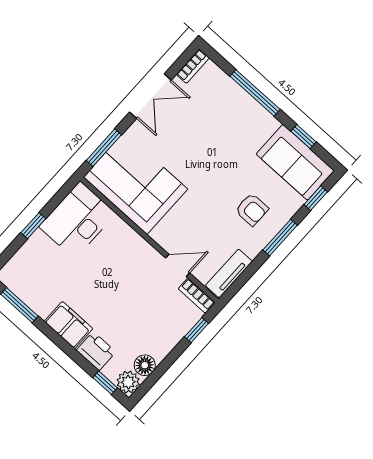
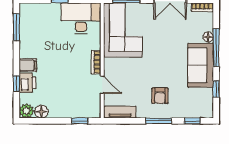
floor lamp: (234, 91) -> (208, 37), added
sofa: (295, 162) -> (201, 65), moved
bookcase: (197, 296) -> (96, 62), moved
filing cabinet: (68, 325) -> (28, 65), width x0.50
window: (105, 383) -> (16, 84), moved

